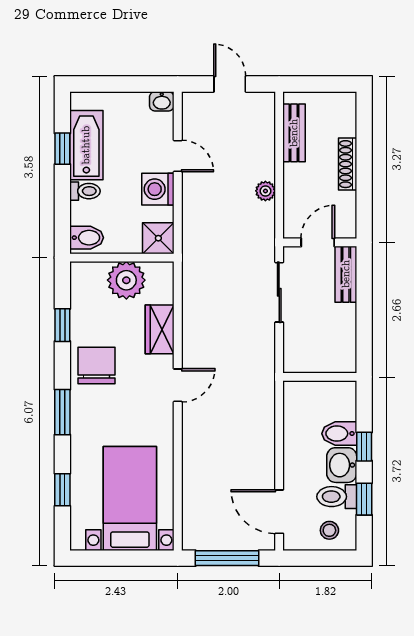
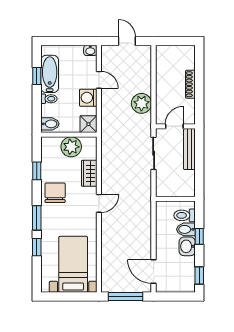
bench: (294, 133) -> (162, 67), removed
plant: (265, 191) -> (141, 103), width x1.88, depth x1.88
bench: (346, 274) -> (189, 149), width x1.36
window: (62, 490) -> (37, 247), moved
toilet: (337, 497) -> (185, 215), moved
window: (364, 499) -> (199, 276), moved
stool: (329, 530) -> (181, 282), removed

